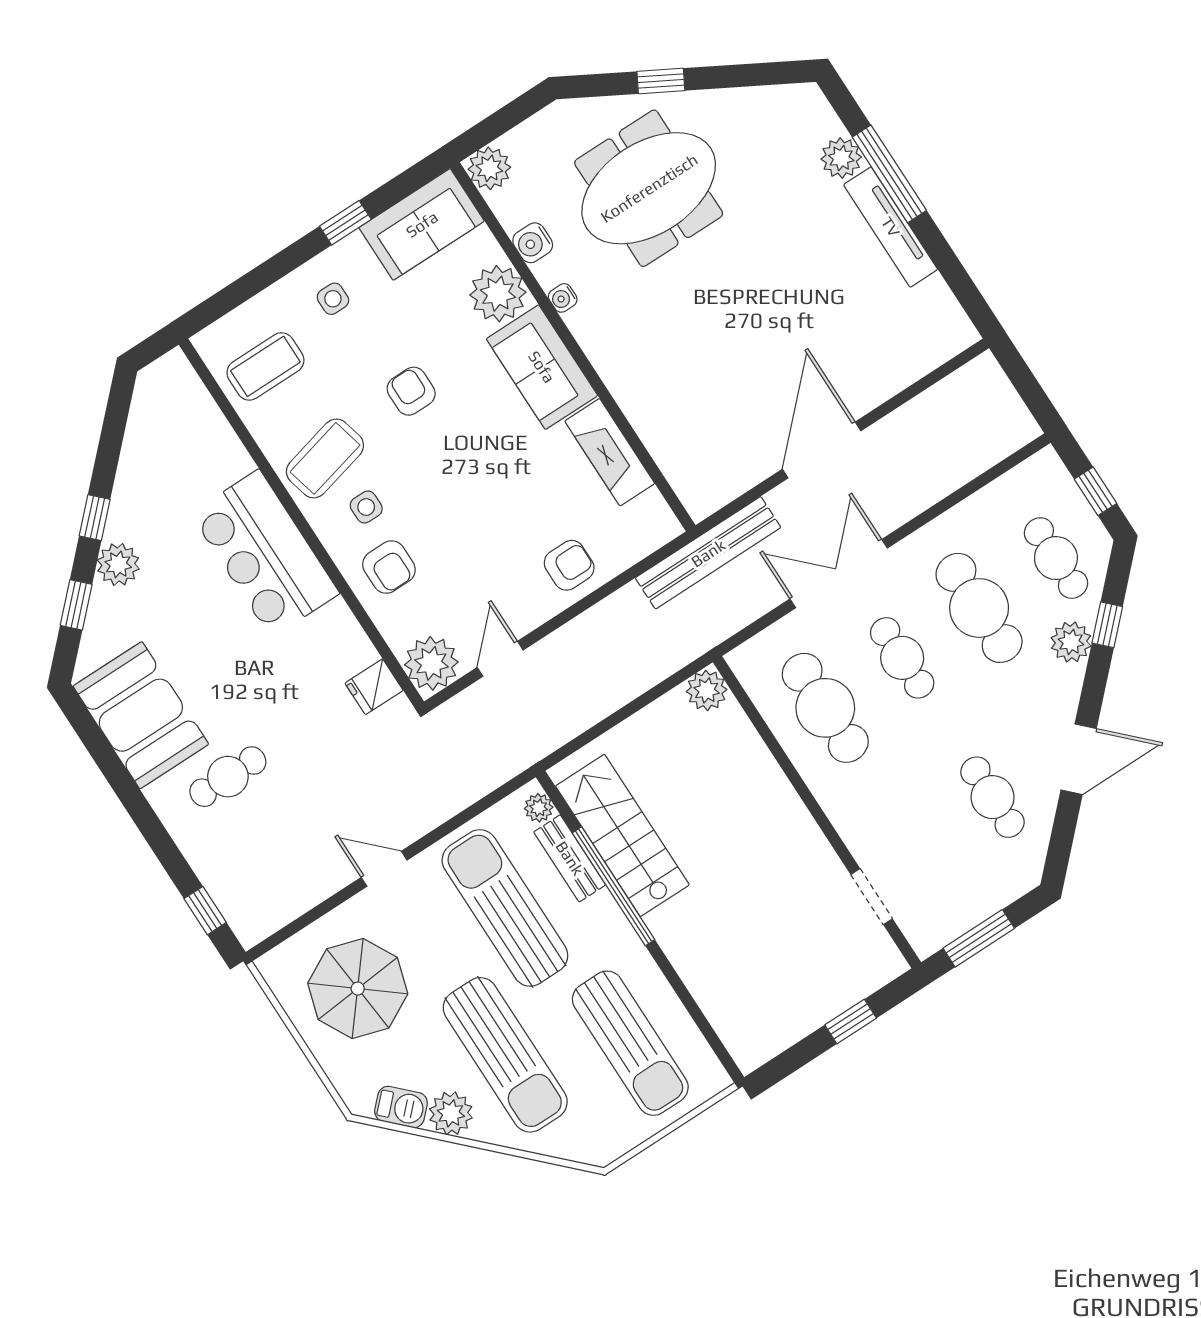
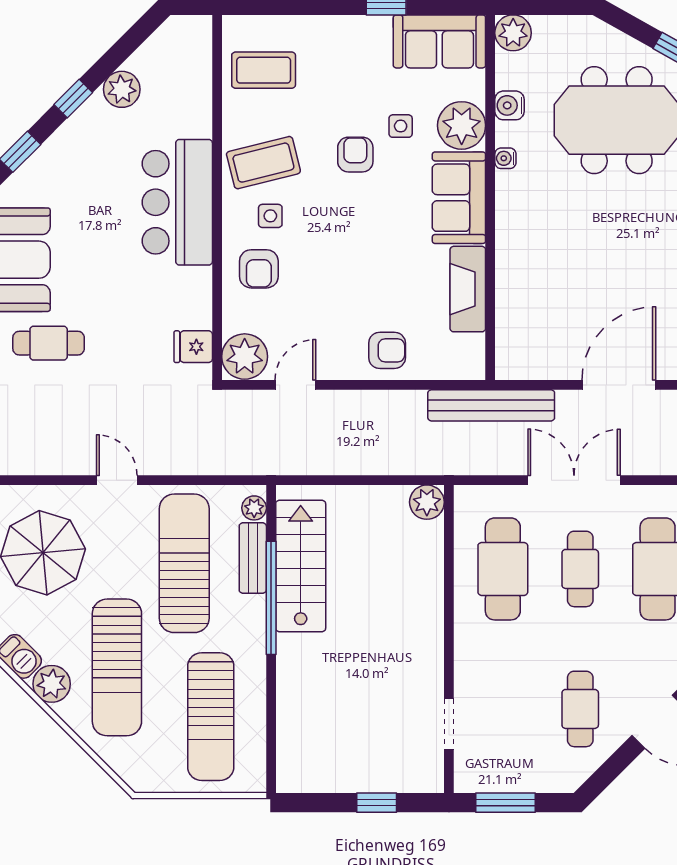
side table: (333, 299) -> (401, 126), moved
plant: (118, 564) -> (122, 89), moved

